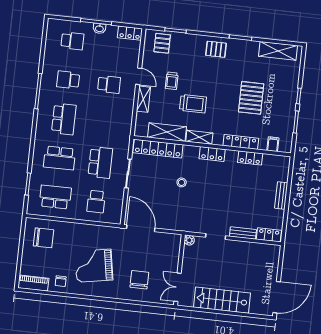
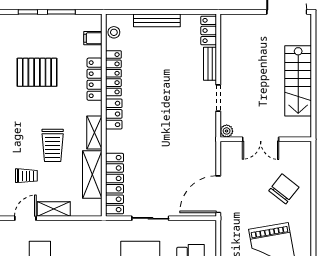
trolley: (193, 104) -> (53, 145), turned 180
locker: (250, 158) -> (113, 73), width x1.53
stool: (182, 182) -> (114, 32), moved
bench: (281, 196) -> (157, 20), width x1.36
chair: (139, 280) -> (284, 189), turned 128
double door: (178, 287) -> (261, 139), moved

